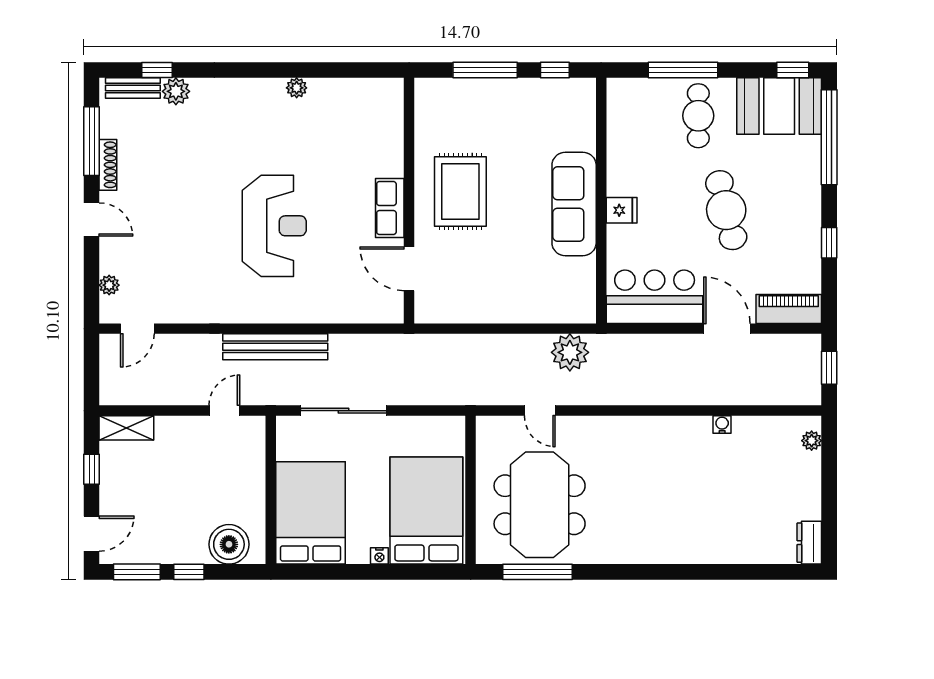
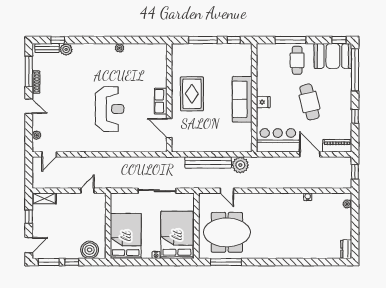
bench: (275, 347) -> (208, 162), moved
sliding door: (344, 411) -> (157, 191), moved
meeting table: (540, 505) -> (227, 232), turned 90

